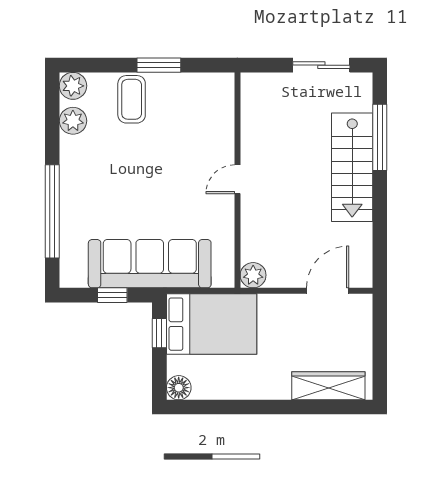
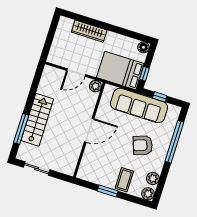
door: (237, 179) -> (89, 130), width x1.87
armchair: (116, 183) -> (143, 145), added
door: (328, 291) -> (76, 73), moved
wardrobe: (328, 386) -> (89, 31), moved

